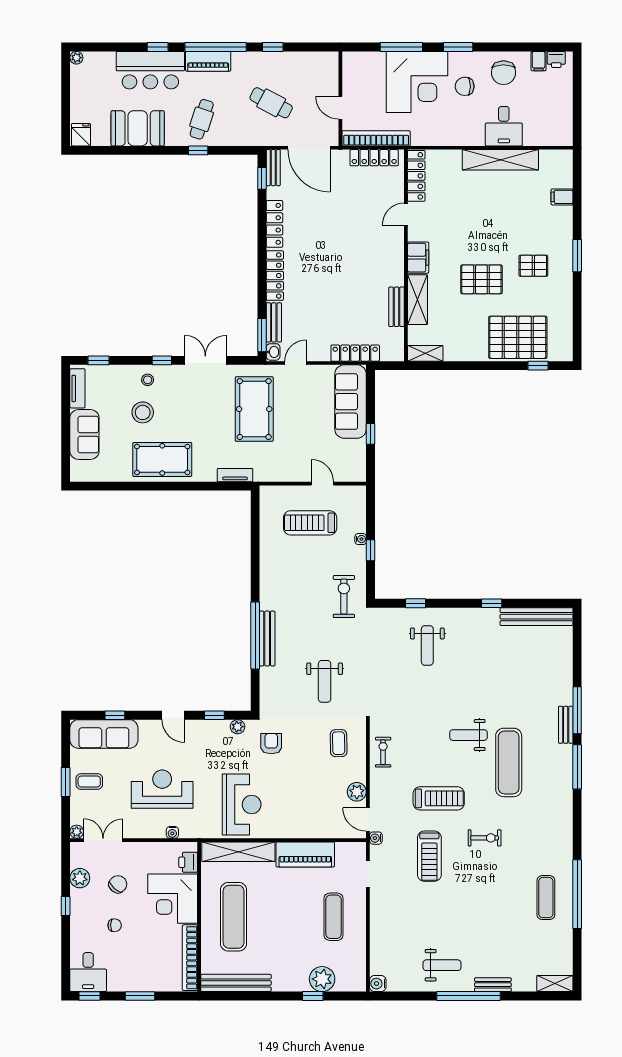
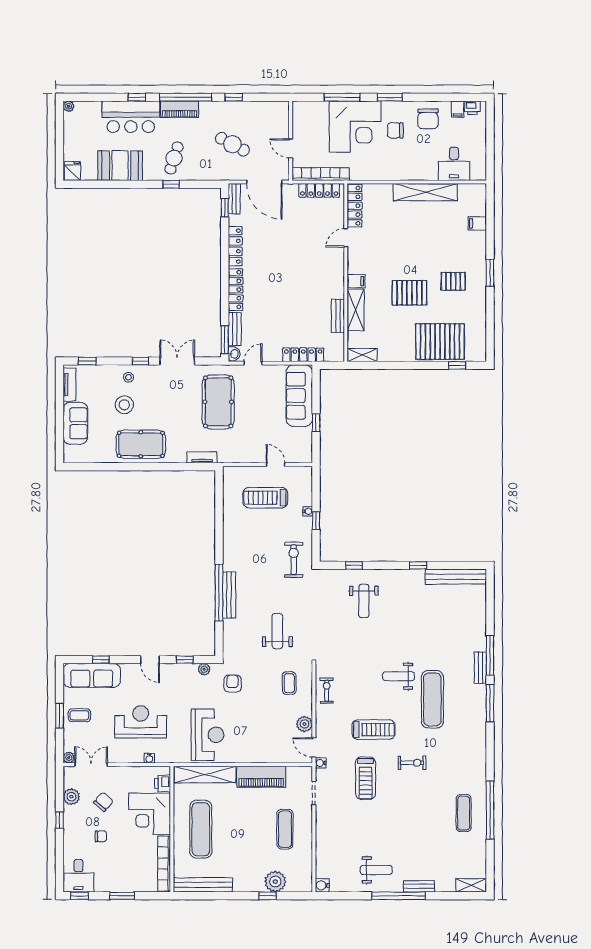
desk: (504, 126) -> (454, 164), moved
filing cabinet: (418, 258) -> (356, 281), width x0.50
weight bench: (325, 681) -> (277, 631), turned 180

